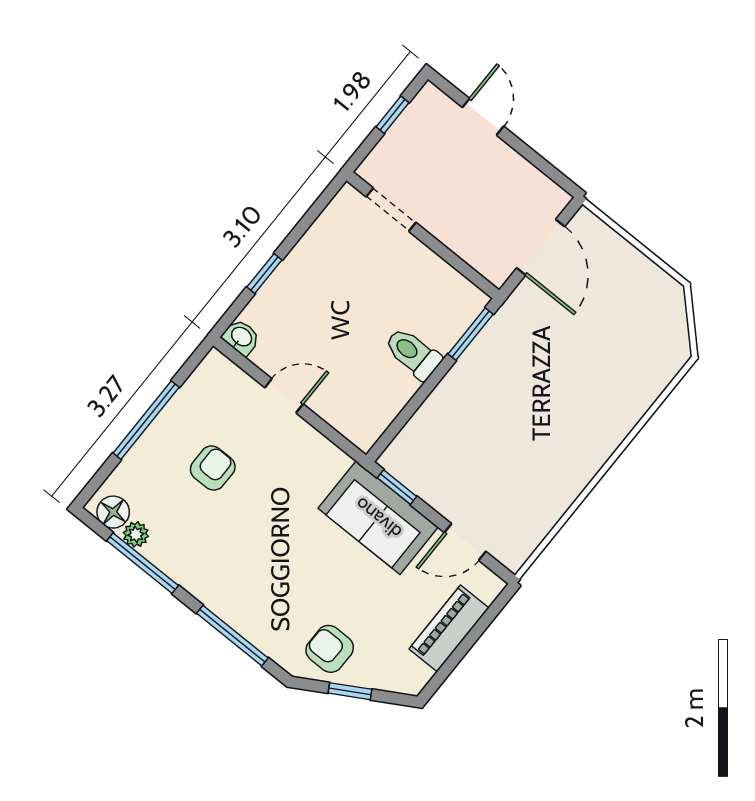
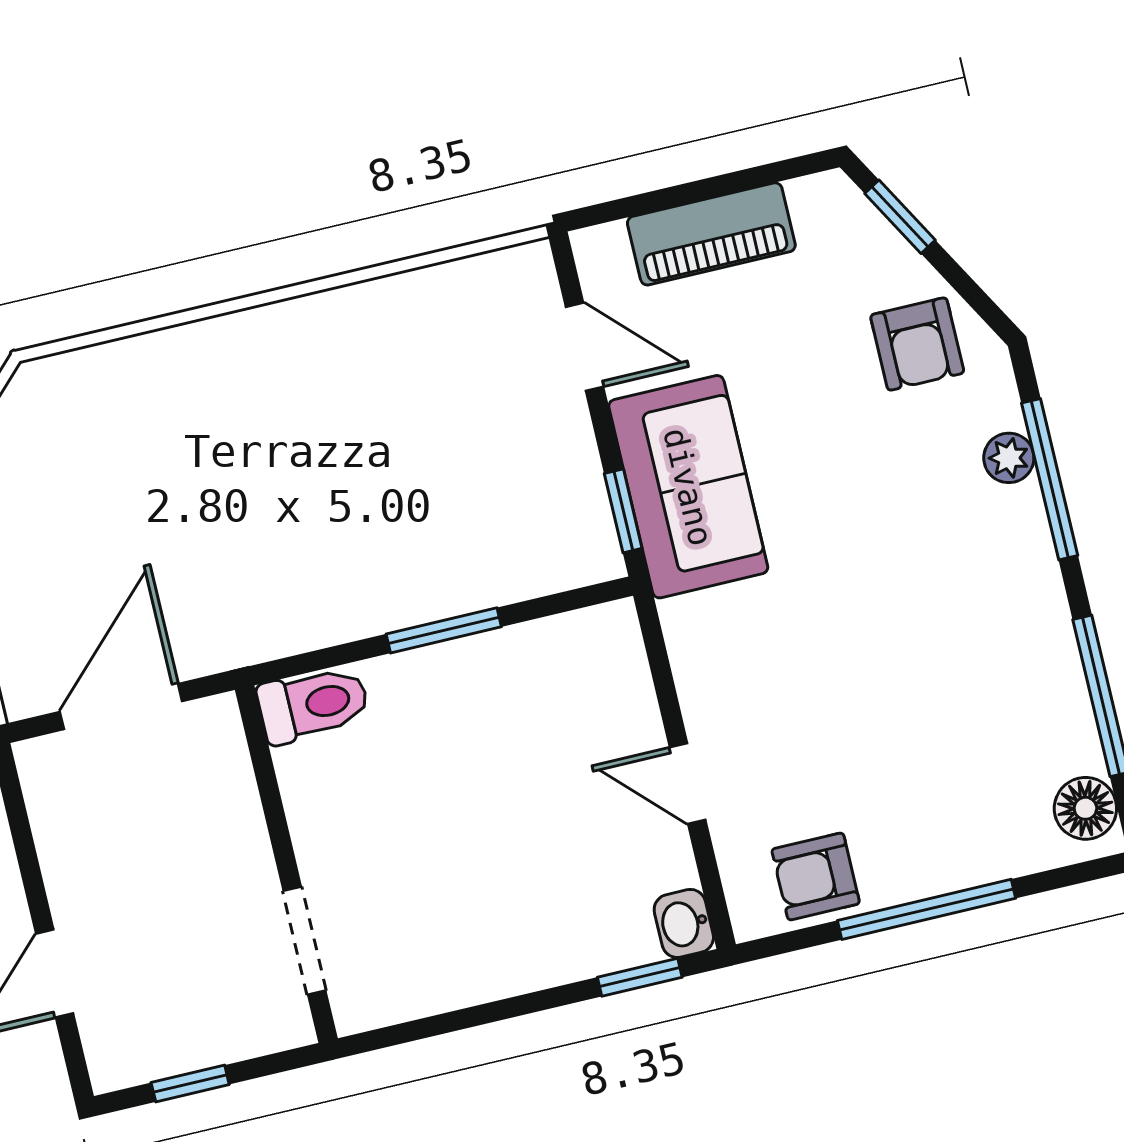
window: (264, 273) -> (640, 977), moved
window: (471, 334) -> (444, 630), moved
toilet: (413, 353) -> (313, 704), moved, turned -90
armchair: (213, 468) -> (816, 876), moved
plant: (136, 534) -> (1009, 458), moved
window: (350, 691) -> (900, 217), moved

